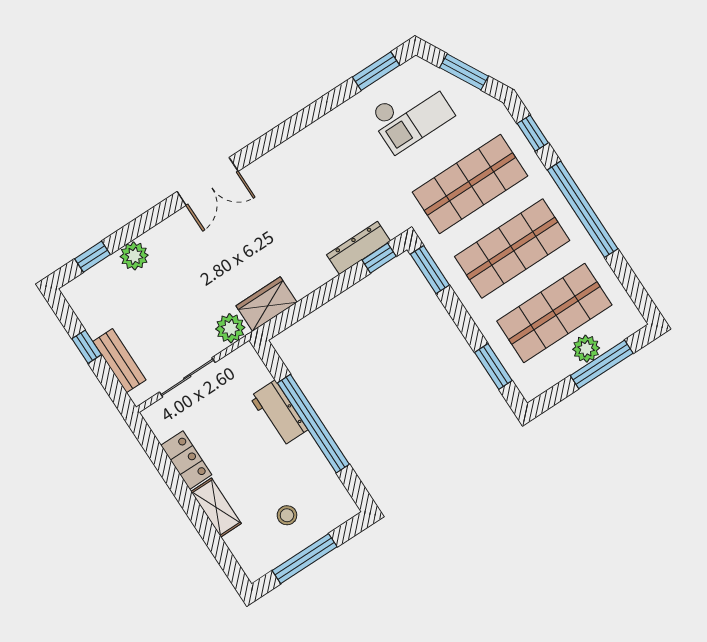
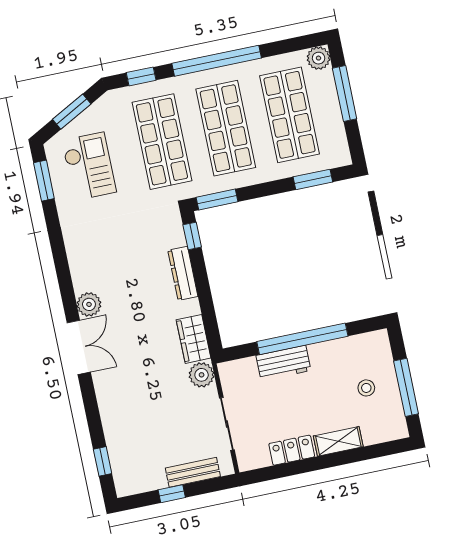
dresser: (359, 248) -> (183, 273), moved
plant: (134, 256) -> (89, 304), moved
plant: (586, 349) -> (319, 58), moved

